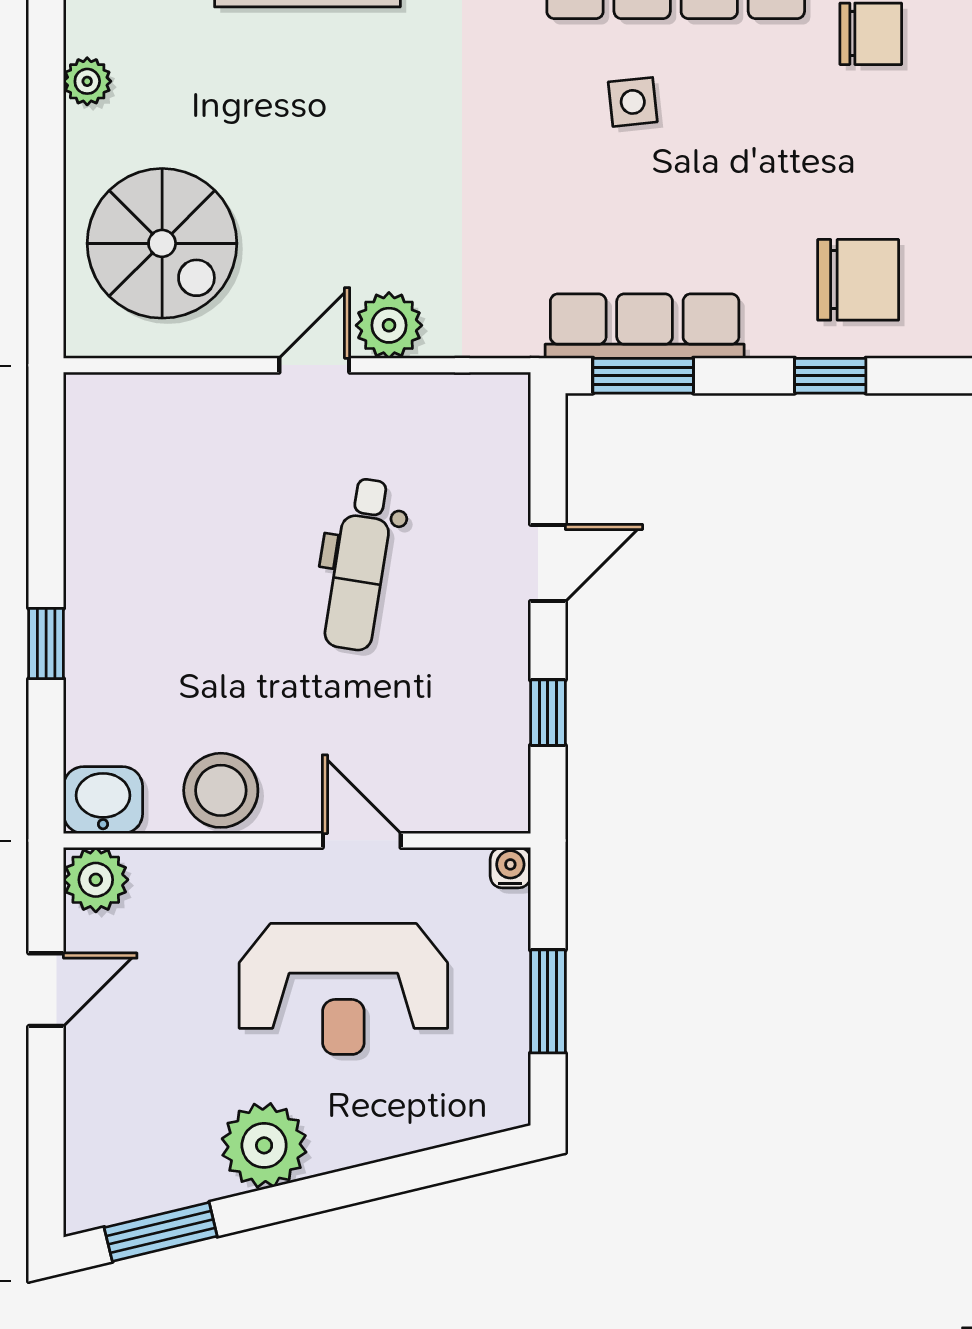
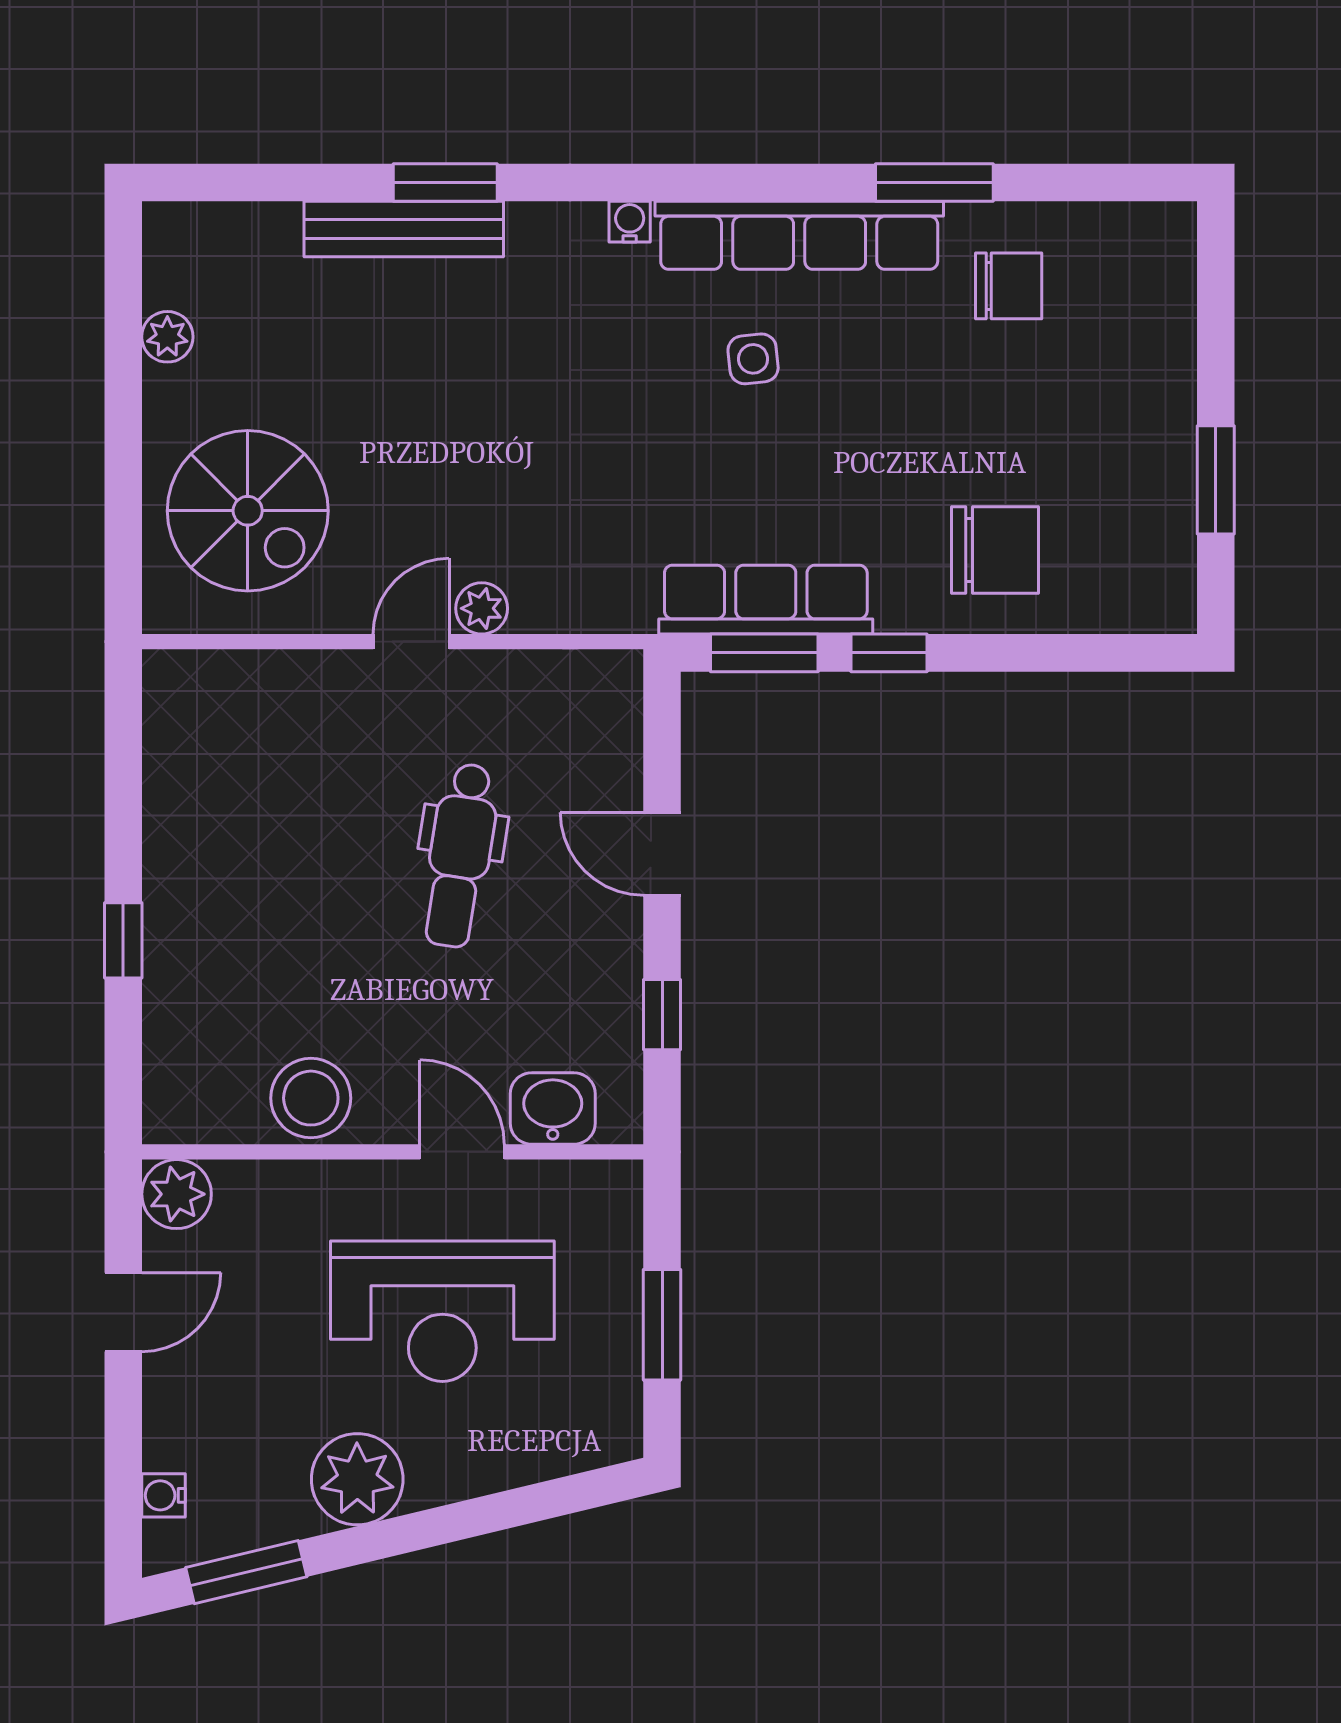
plant: (389, 325) -> (482, 608), width x0.73, depth x0.73
window: (830, 376) -> (889, 653), moved
door: (548, 563) -> (662, 854), swing flipped
washbasin: (103, 800) -> (553, 1108), moved
water cooler: (510, 868) -> (164, 1495), moved, turned -90

